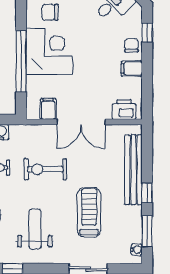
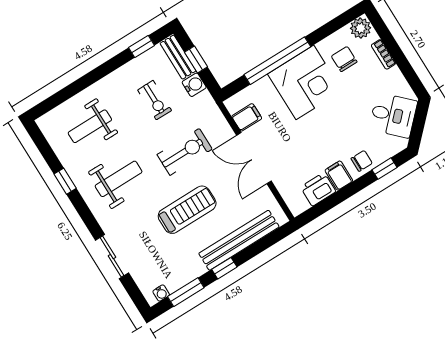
printer: (124, 110) -> (318, 189), moved, turned -90
exercise bike: (45, 169) -> (185, 152), turned 90
treadmill: (89, 212) -> (187, 210), moved

